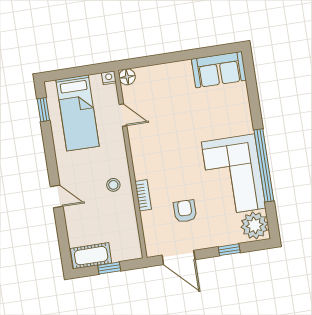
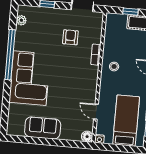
sofa: (219, 70) -> (43, 128), moved
corner sofa: (234, 175) -> (30, 78), moved
armchair: (185, 211) -> (70, 37), turned 180
plant: (255, 225) -> (21, 20), width x0.53, depth x0.53

